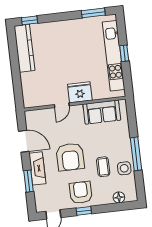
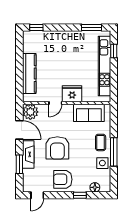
kitchen counter: (24, 48) -> (29, 74), moved
window: (124, 53) -> (114, 51), moved
plant: (34, 119) -> (30, 112), added
coffee table: (103, 167) -> (101, 142), moved
armchair: (81, 192) -> (63, 179), turned -90
window: (84, 211) -> (80, 195), moved

